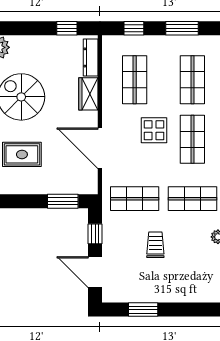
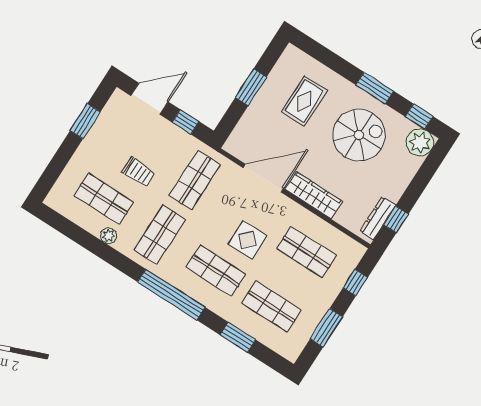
dresser: (91, 57) -> (378, 218), moved, turned -90
wardrobe: (88, 94) -> (314, 195), width x1.50
window: (63, 201) -> (251, 87), moved
shop shelf: (192, 258) -> (104, 199), added

